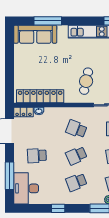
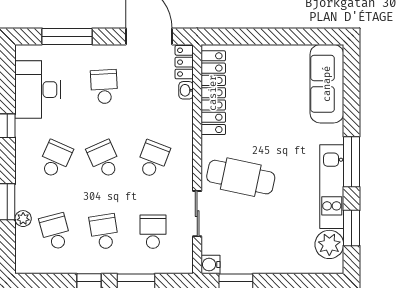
window: (48, 21) -> (352, 162), moved
cafe table: (86, 81) -> (241, 177), width x1.37, depth x1.35
school desk: (76, 182) -> (55, 159), turned 45
desk: (26, 188) -> (38, 90), moved, turned -90

